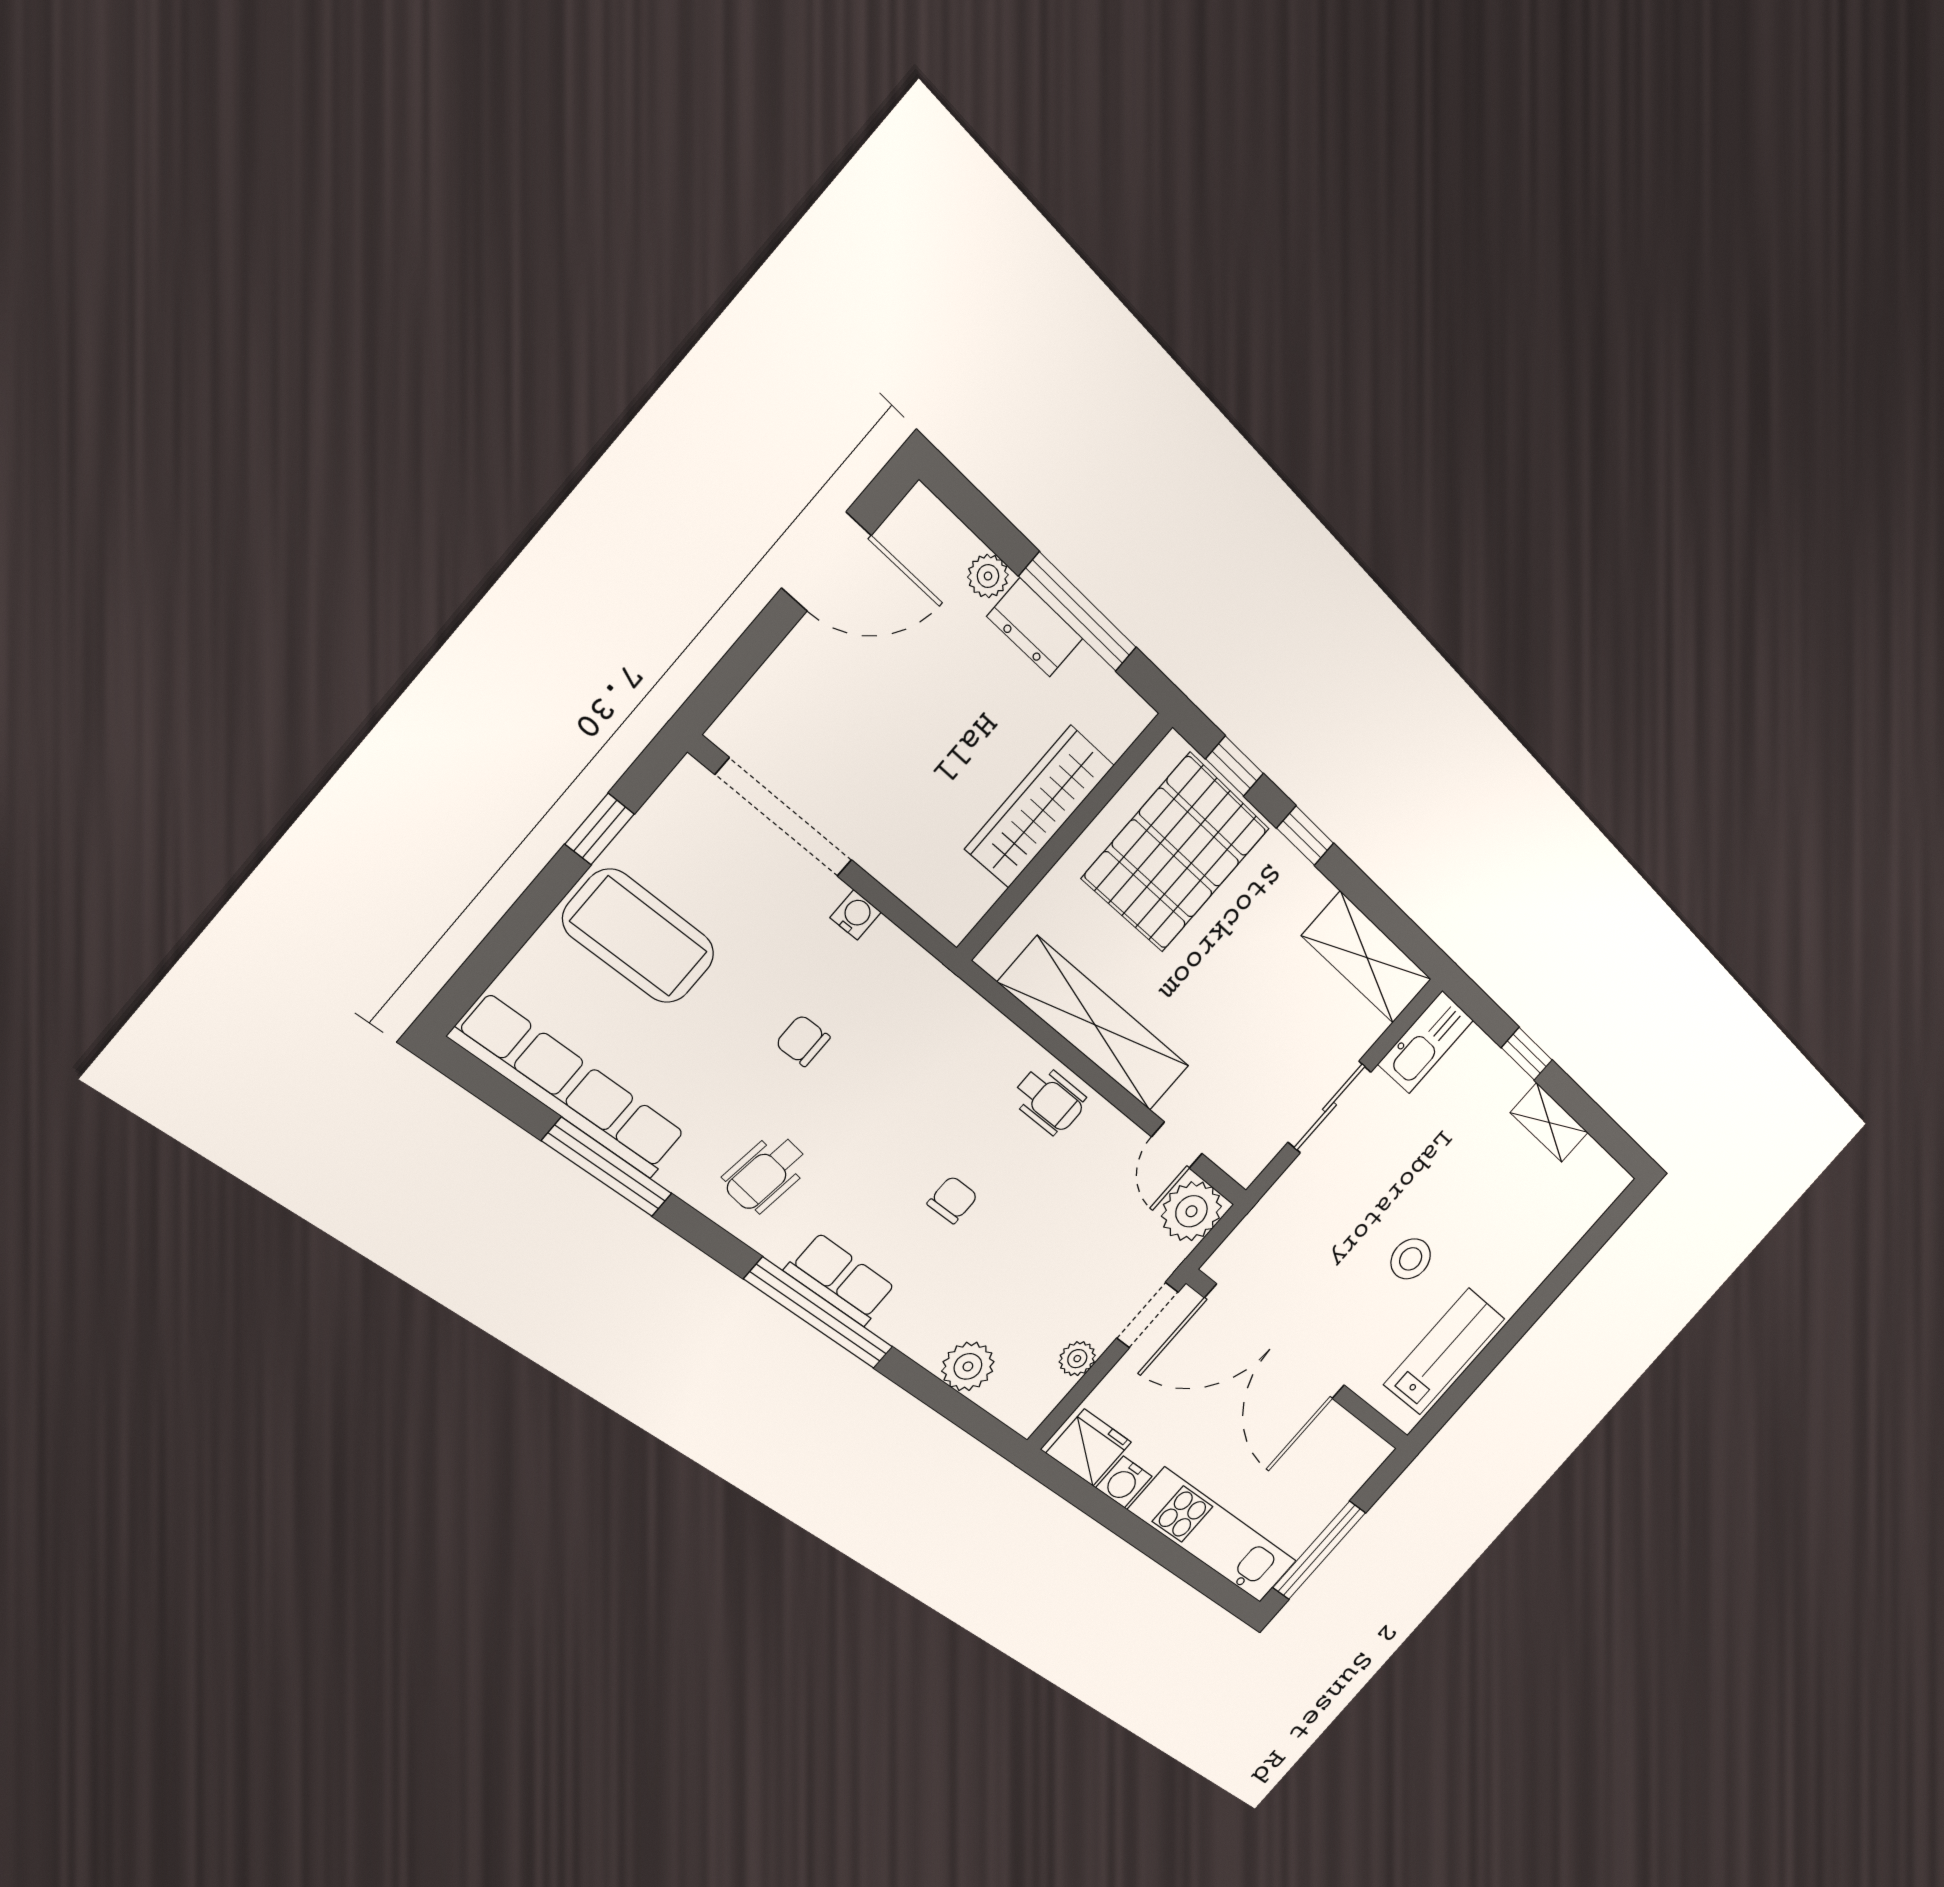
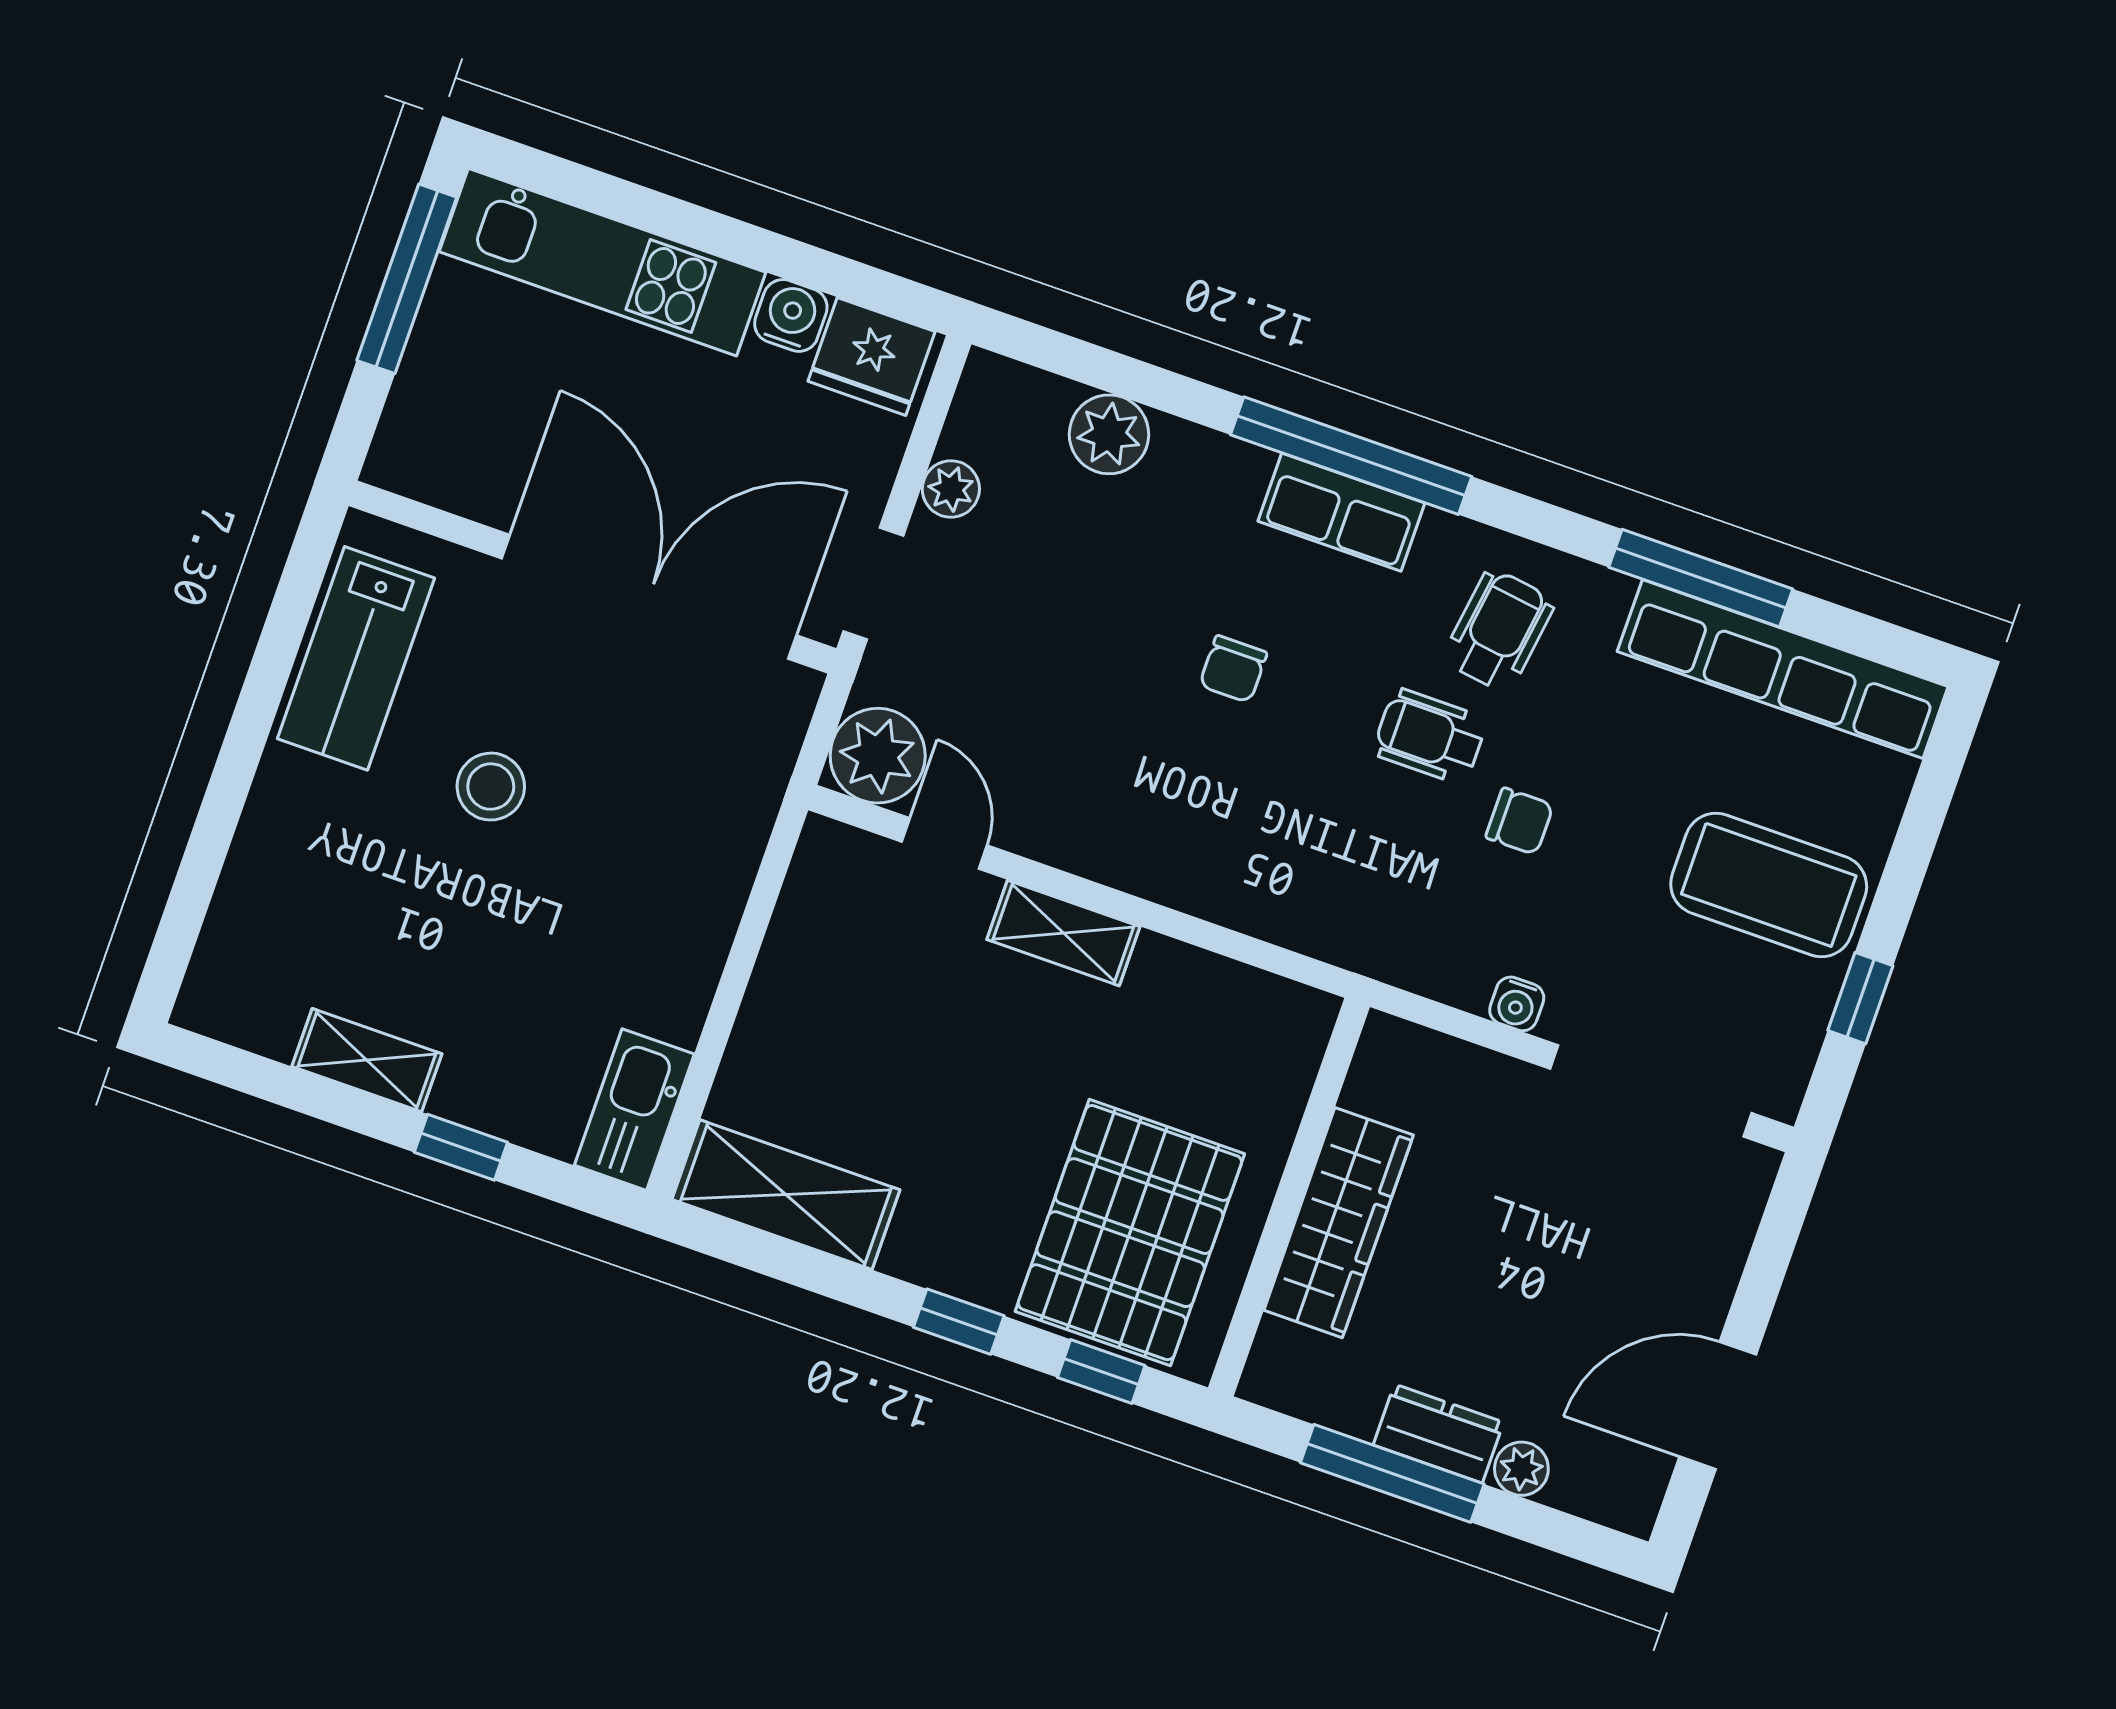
shelving: (1095, 1025) -> (1063, 933), width x0.45, depth x0.75
wheelchair: (1049, 1100) -> (1430, 736), moved
sliding door: (1329, 1107) -> (738, 970), removed

